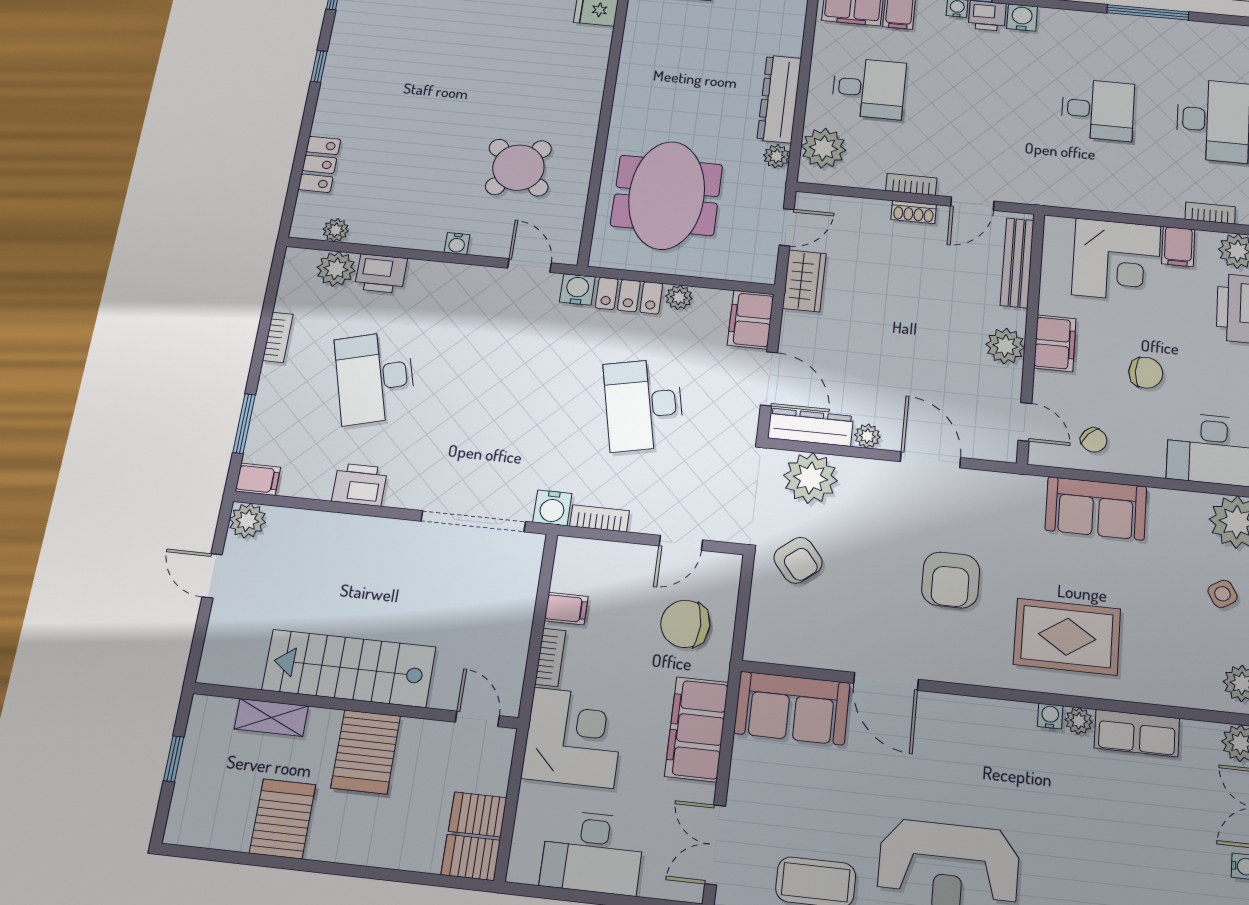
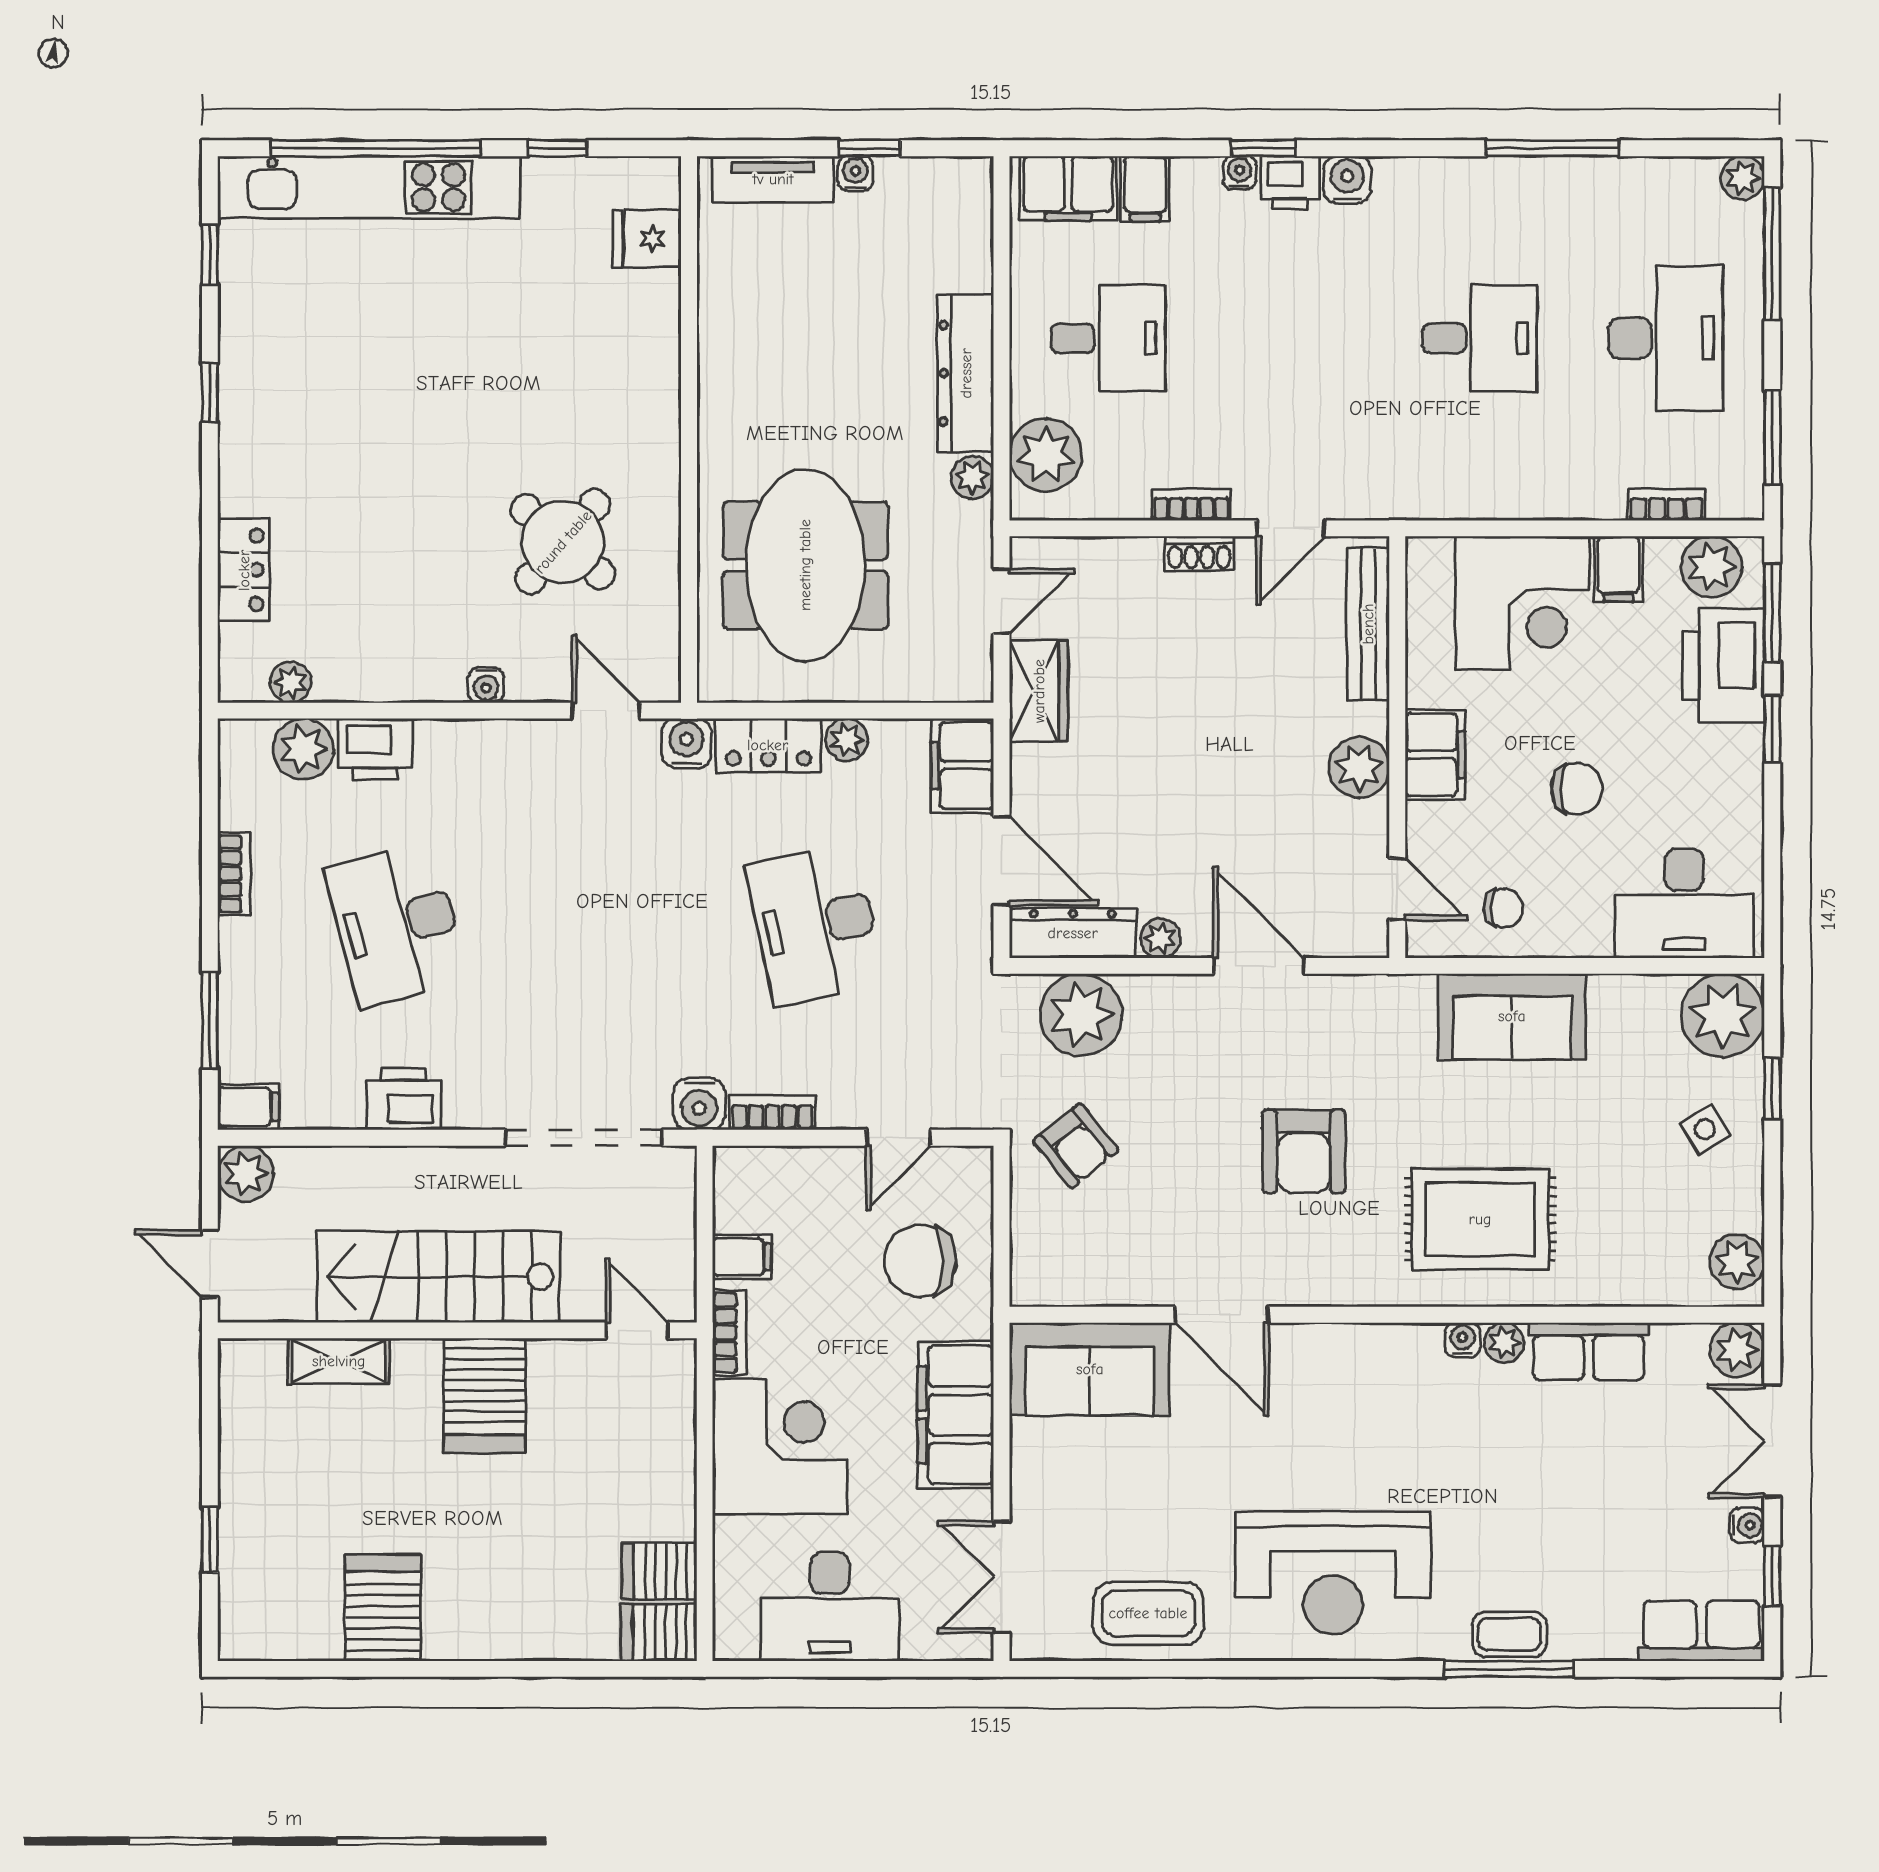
chair: (1094, 440) -> (1503, 908), turned -43
stairs: (349, 668) -> (438, 1277), moved
wall: (355, 706) -> (457, 1330), moved
shelving: (271, 717) -> (339, 1361), moved
door: (477, 719) -> (637, 1330), moved
server rack: (366, 752) -> (484, 1396), moved

